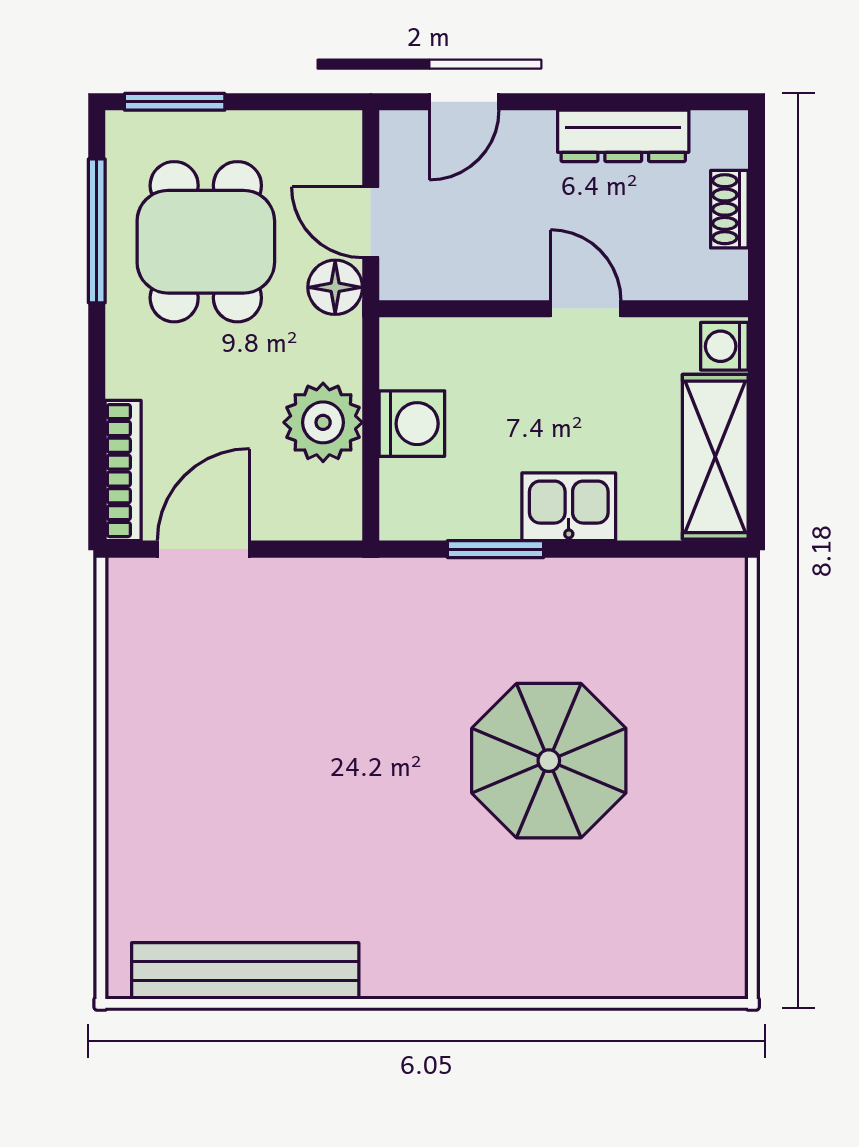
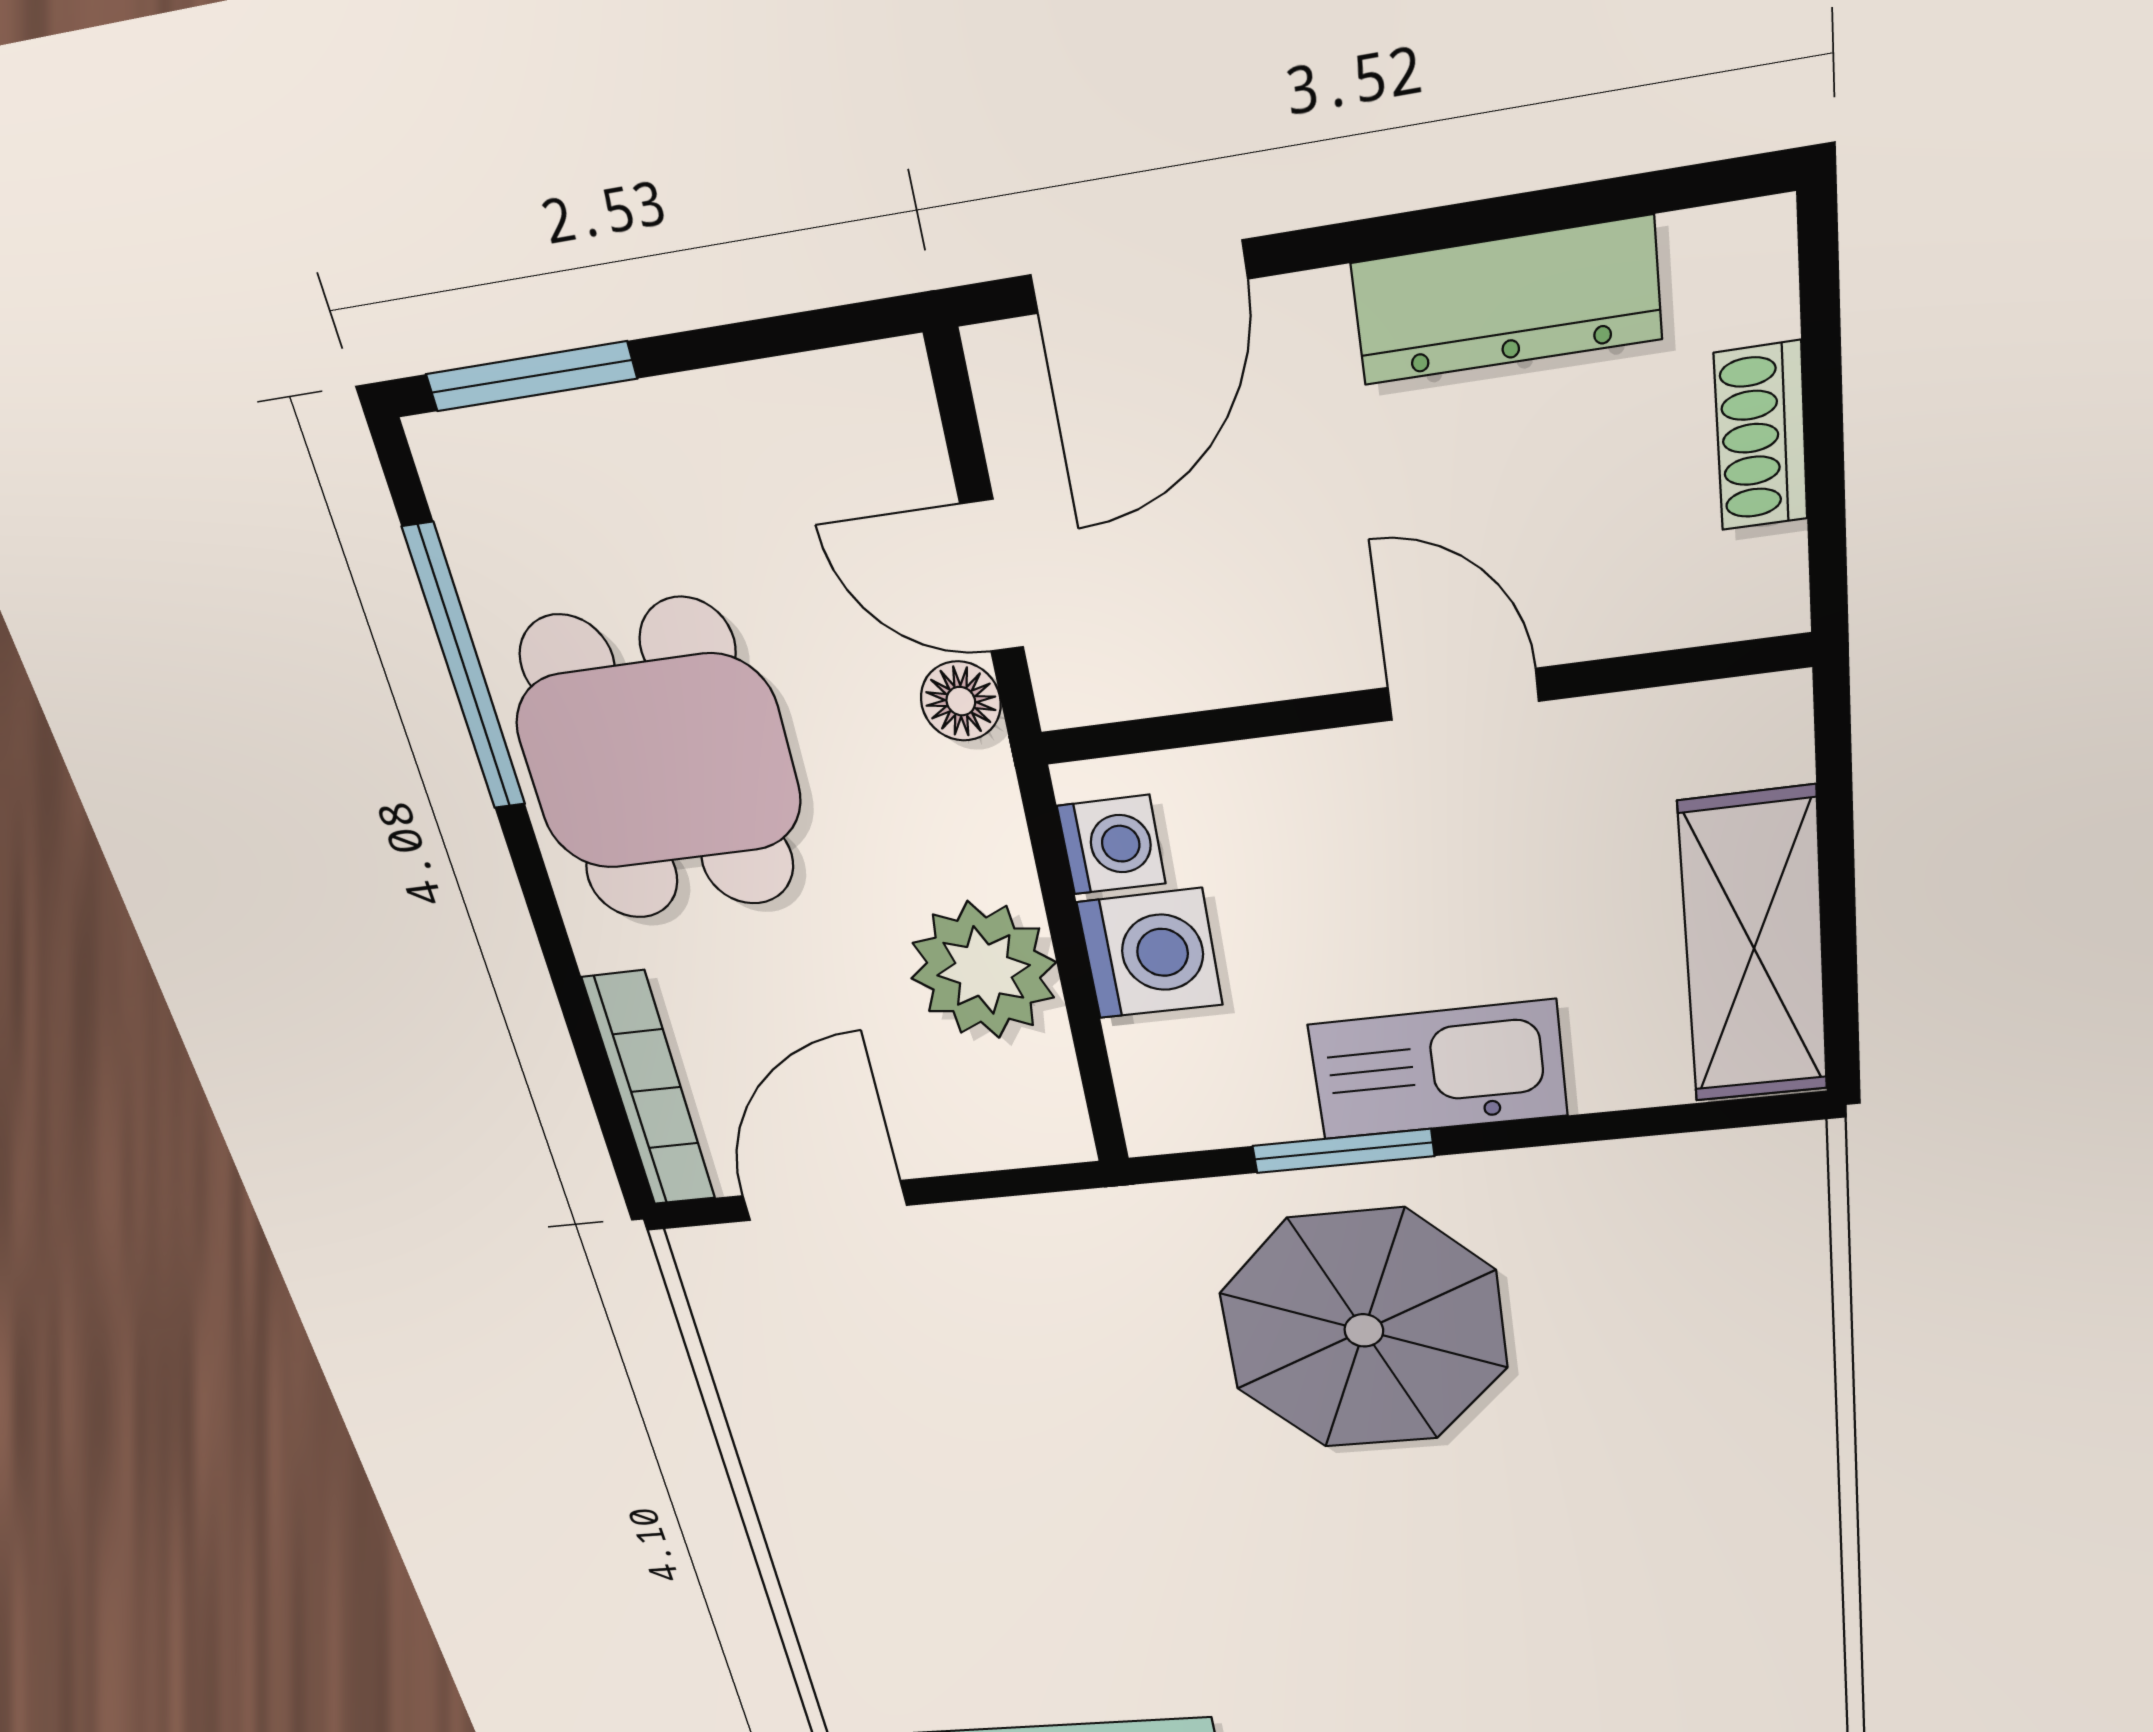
door: (464, 102) -> (1139, 277), width x1.38
dining table: (206, 242) -> (659, 763), moved
floor lamp: (335, 287) -> (961, 701), width x0.73, depth x0.73
washing machine: (724, 346) -> (1112, 845), moved, turned 180
kitchen sink: (569, 507) -> (1438, 1070), width x1.38
parasol: (549, 761) -> (1364, 1330), moved

